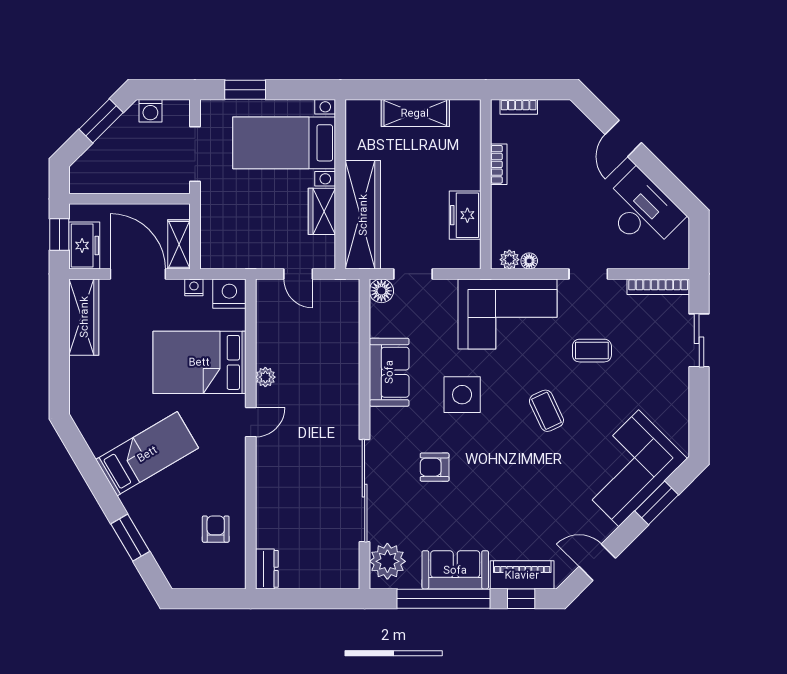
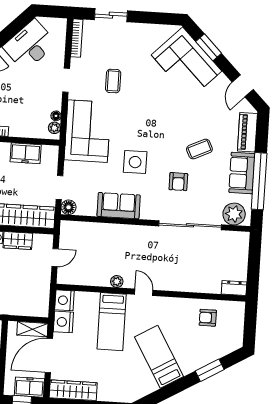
nightstand: (194, 287) -> (63, 322), width x1.89, depth x1.79
bed: (199, 362) -> (112, 322), width x0.67
coffee table: (546, 411) -> (199, 149), moved
window: (521, 599) -> (262, 134), removed

